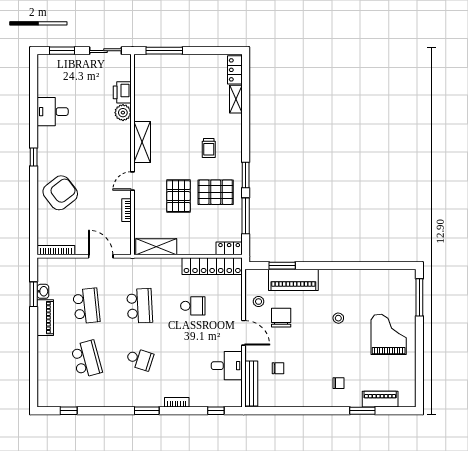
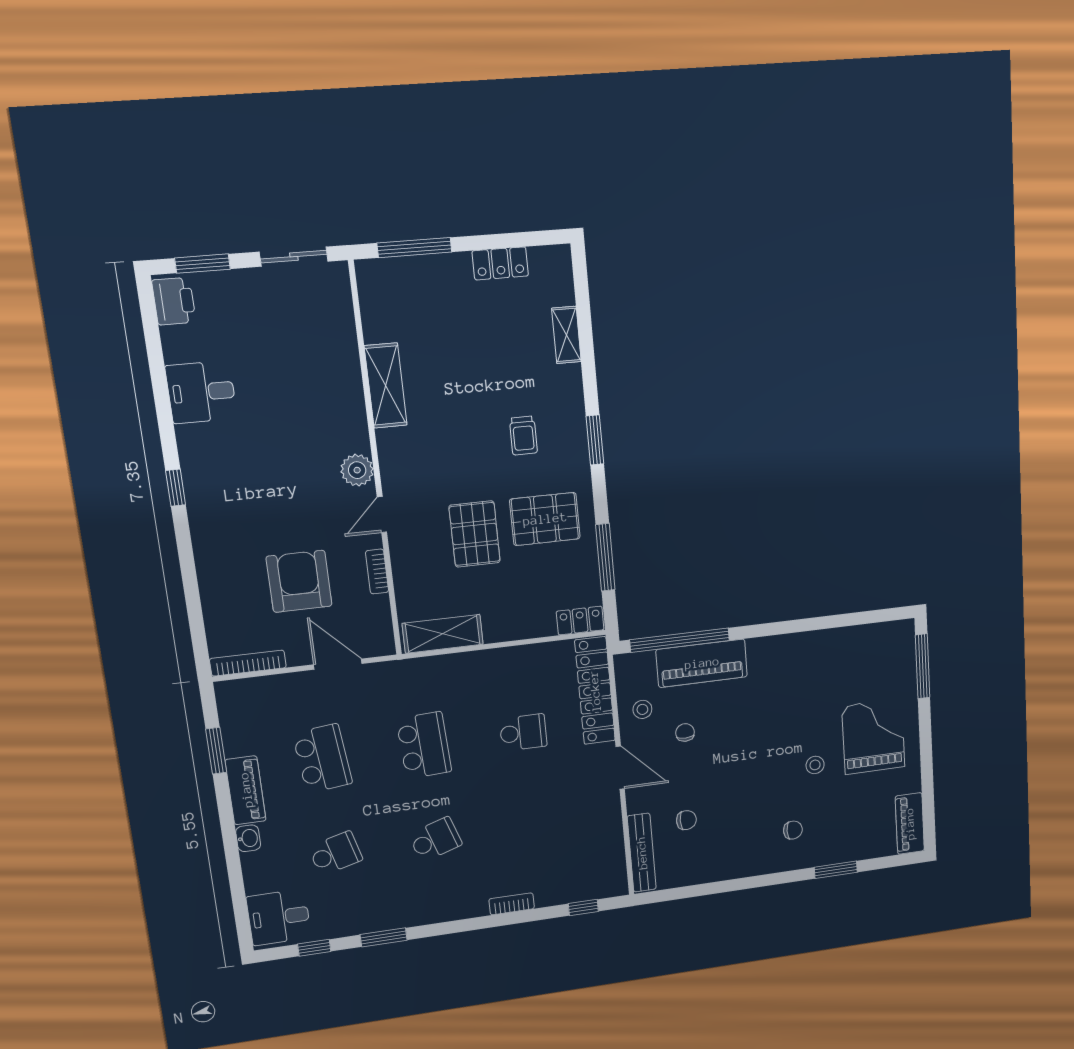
locker: (235, 70) -> (500, 263), moved, turned -90
printer: (122, 92) -> (174, 301), moved, turned 180
plant: (123, 113) -> (357, 470), moved
shelving: (142, 142) -> (386, 386), moved
window: (246, 175) -> (595, 440), moved
armchair: (60, 193) -> (299, 581), moved, turned -52
locker: (212, 266) -> (595, 691), moved, turned 90
window: (282, 266) -> (680, 640), width x2.11
washbasin: (43, 291) -> (248, 838), moved
chair: (281, 318) -> (685, 732), width x0.54, depth x0.54
stool: (338, 318) -> (815, 765), moved
school desk: (86, 359) -> (335, 853), width x0.54
school desk: (140, 359) -> (435, 839), turned -36
desk: (227, 366) -> (279, 917), moved, turned 180
piano: (380, 399) -> (910, 824), moved, turned -90
window: (147, 411) -> (384, 937), moved

